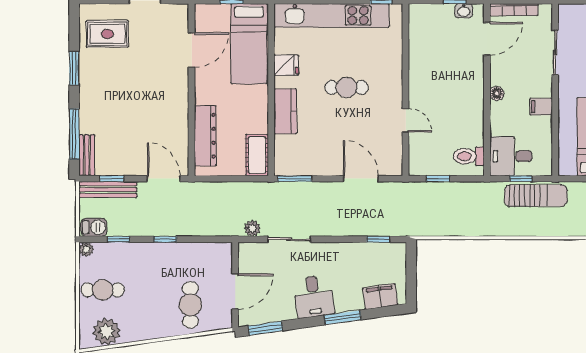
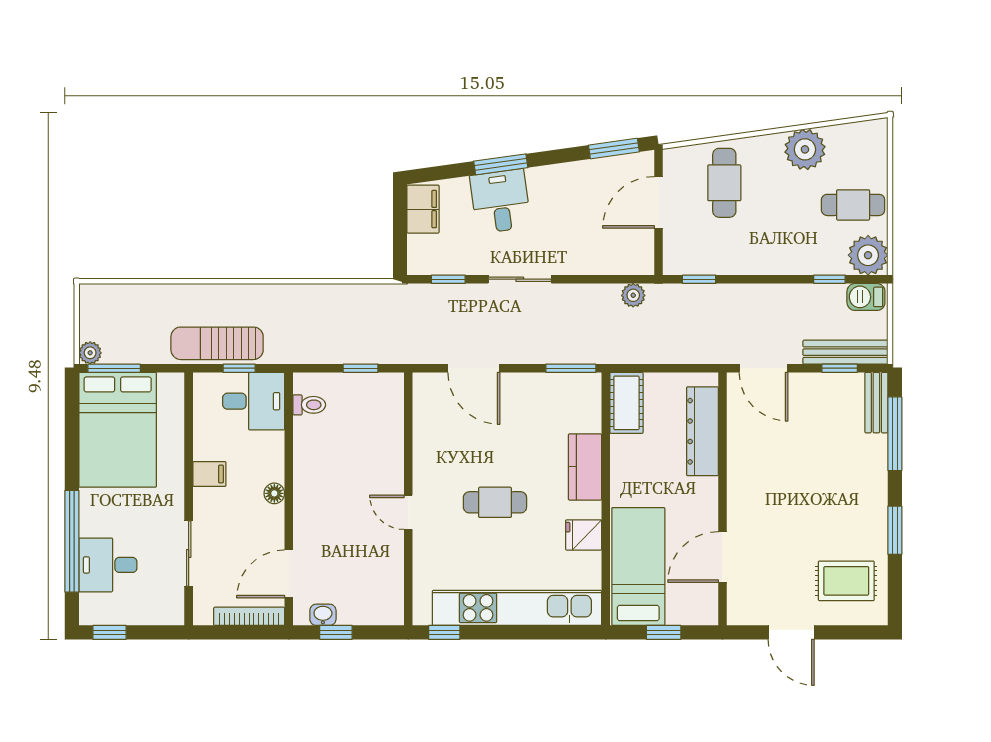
door: (406, 120) -> (408, 512), moved
toilet: (469, 156) -> (309, 405), width x0.73, depth x0.72
window: (165, 239) -> (699, 279), moved
sliding door: (289, 239) -> (520, 279), moved
plant: (86, 249) -> (868, 255), width x1.87, depth x1.87
desk: (314, 296) -> (500, 201), moved
filing cabinet: (380, 296) -> (423, 209), moved, turned -82
plant: (107, 332) -> (805, 149), moved

